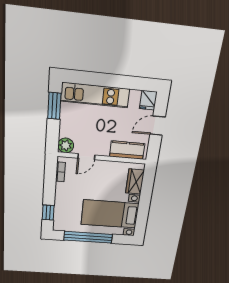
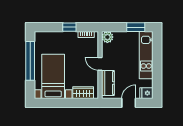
door: (158, 126) -> (129, 103), hinge flipped
door: (86, 157) -> (100, 64), moved
window: (48, 213) -> (69, 27), moved

